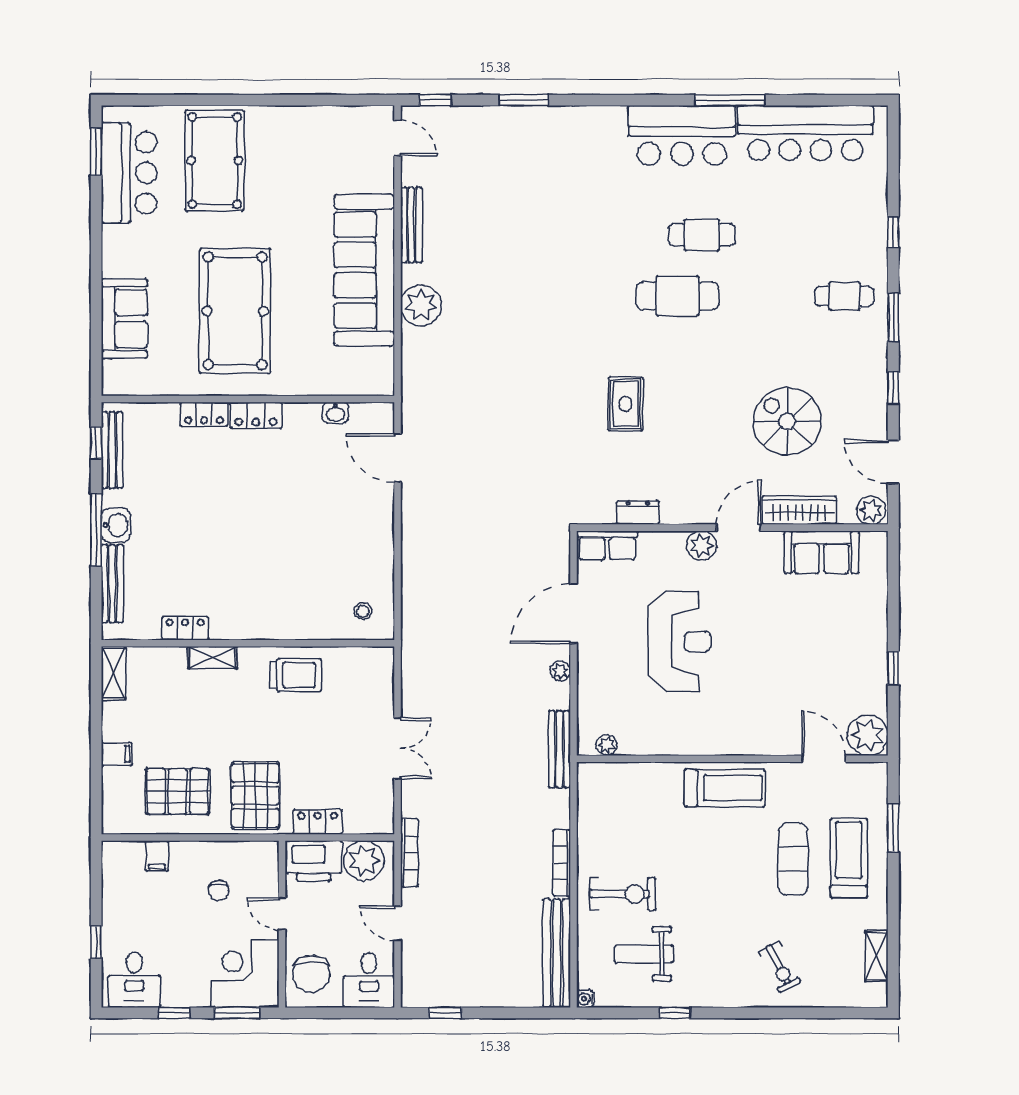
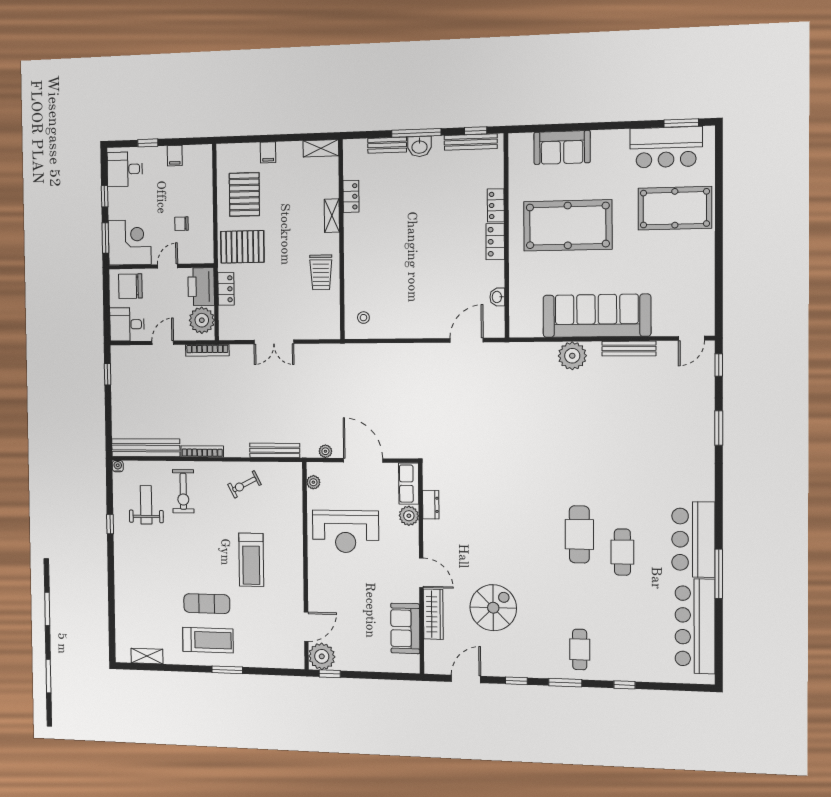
rug: (626, 404) -> (504, 497), removed
plant: (871, 510) -> (434, 663), removed
plant: (702, 546) -> (409, 516), moved
bench: (112, 584) -> (387, 145), width x0.73
plant: (868, 735) -> (322, 656), moved
plant: (607, 745) -> (313, 482), moved
wall: (732, 759) -> (305, 566), moved
door: (824, 759) -> (306, 627), moved
filing cabinet: (157, 856) -> (175, 156), moved, turned -90
exercise bike: (779, 967) -> (244, 484), moved

